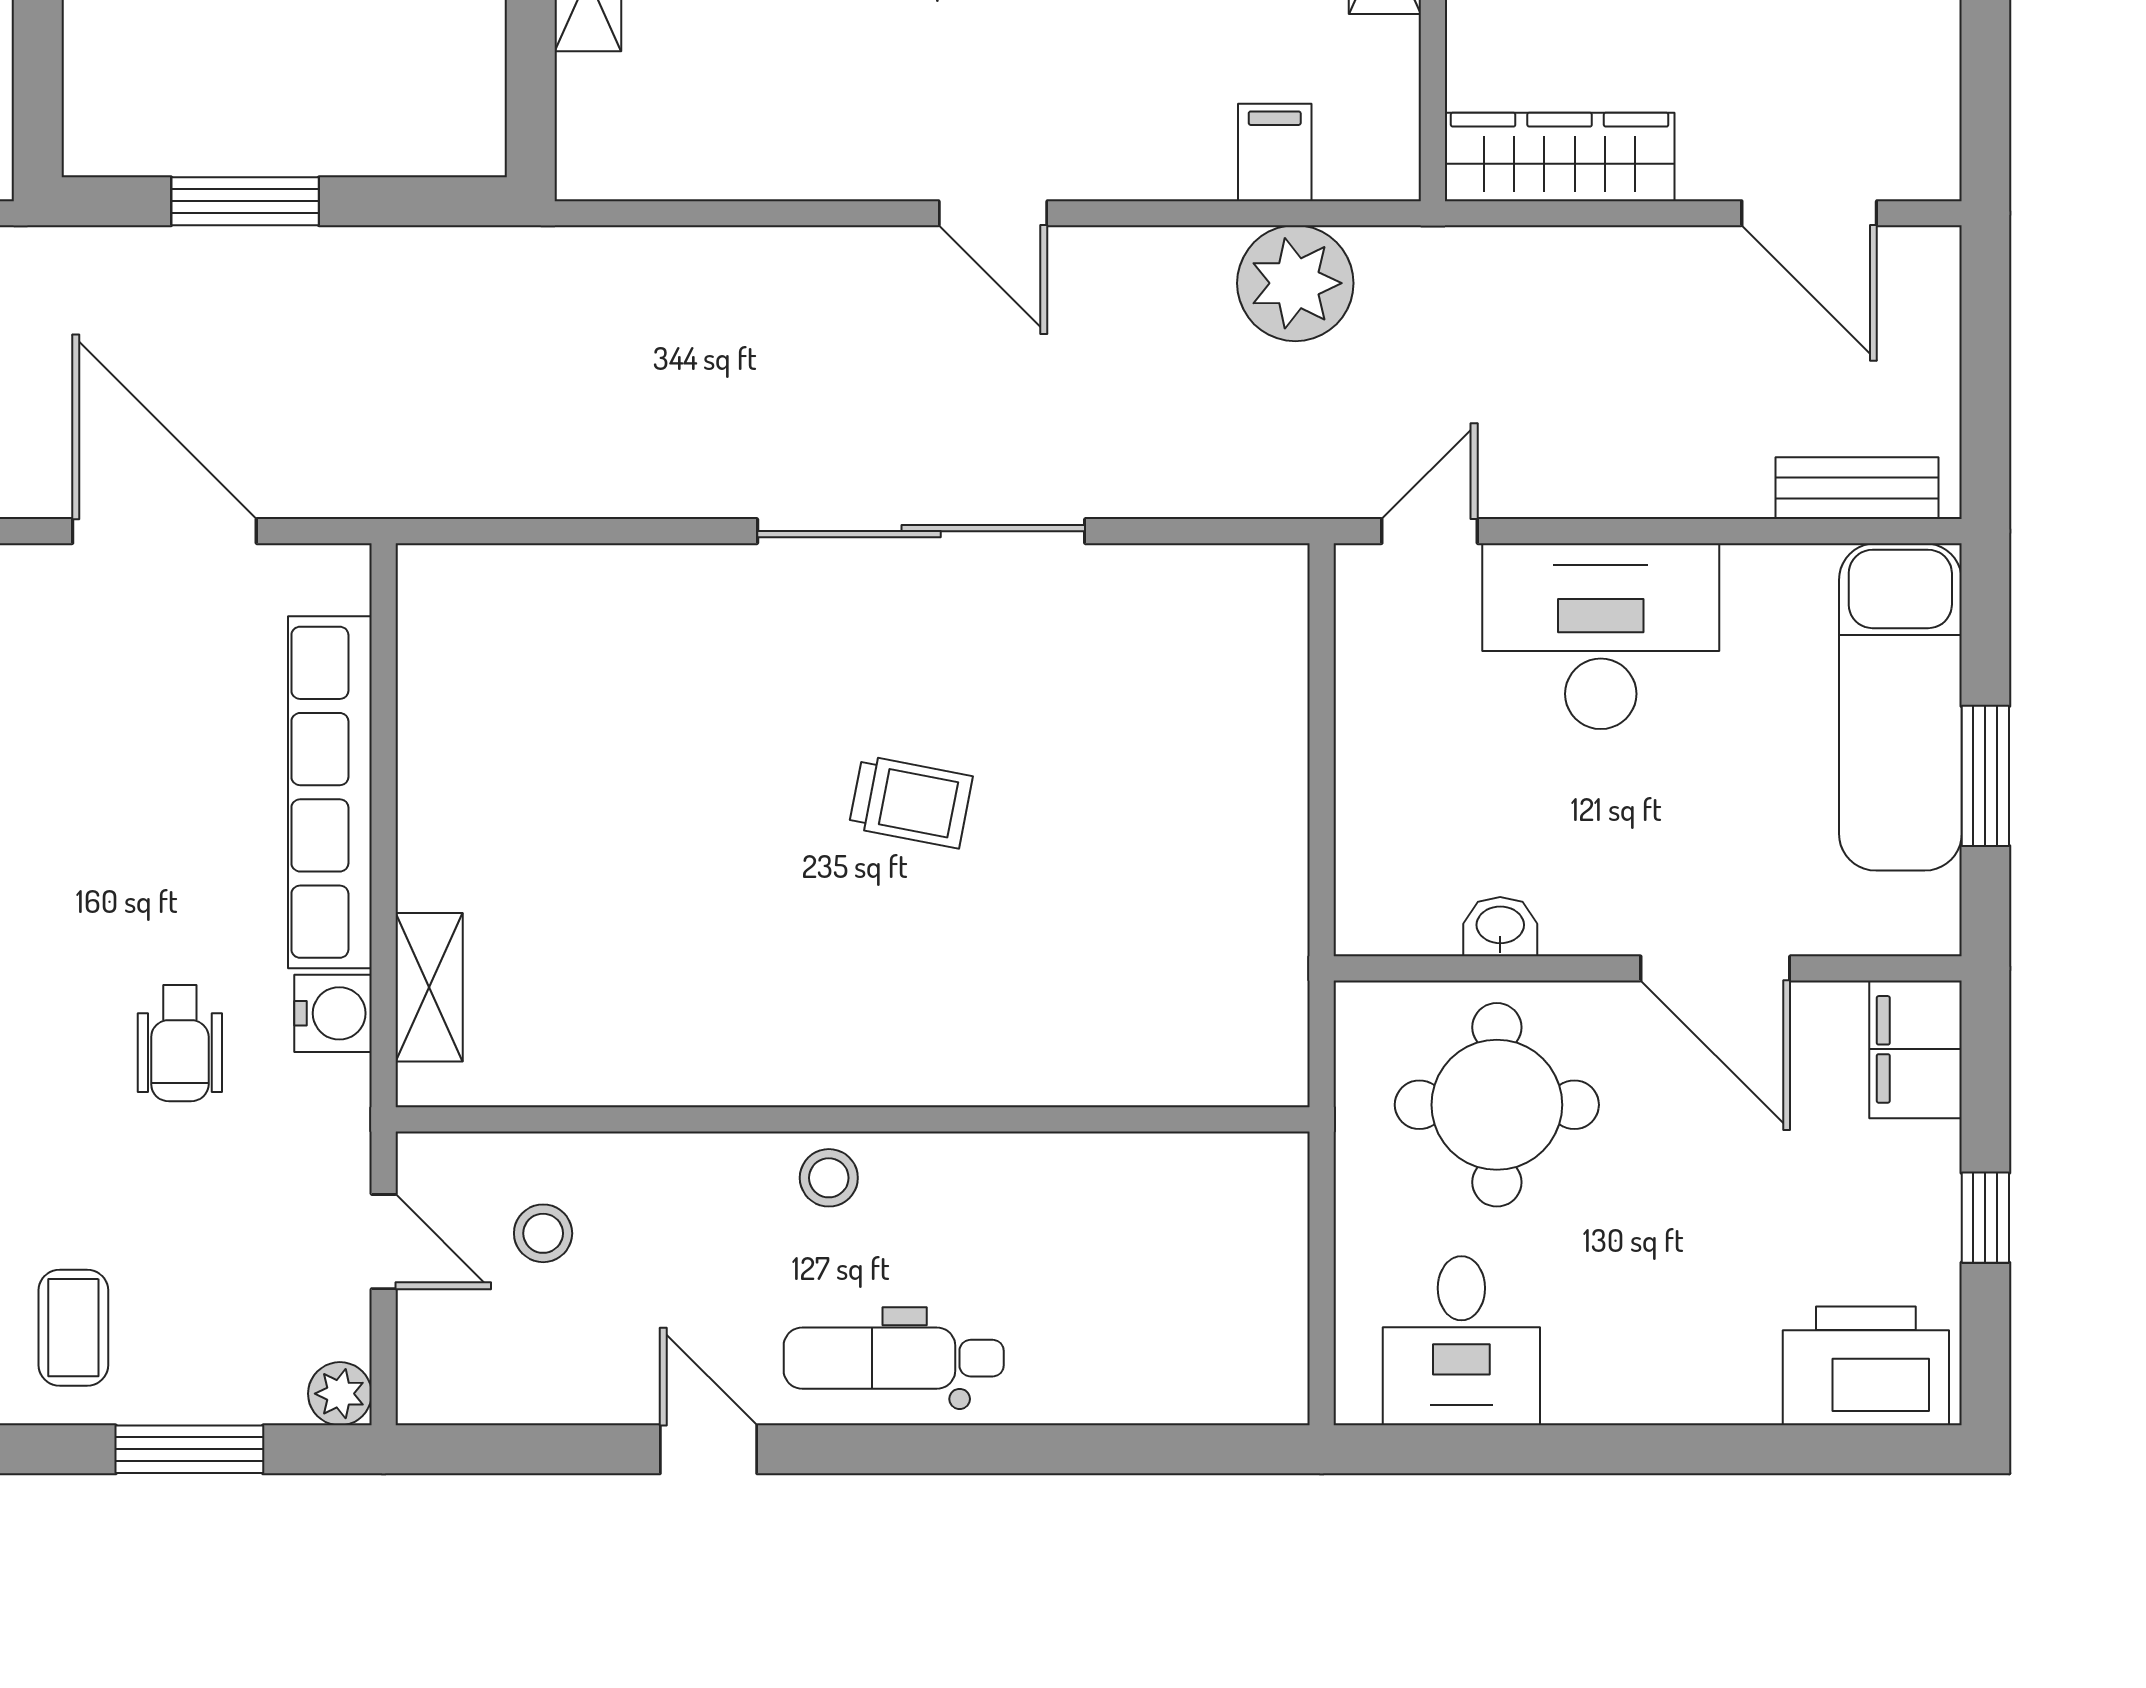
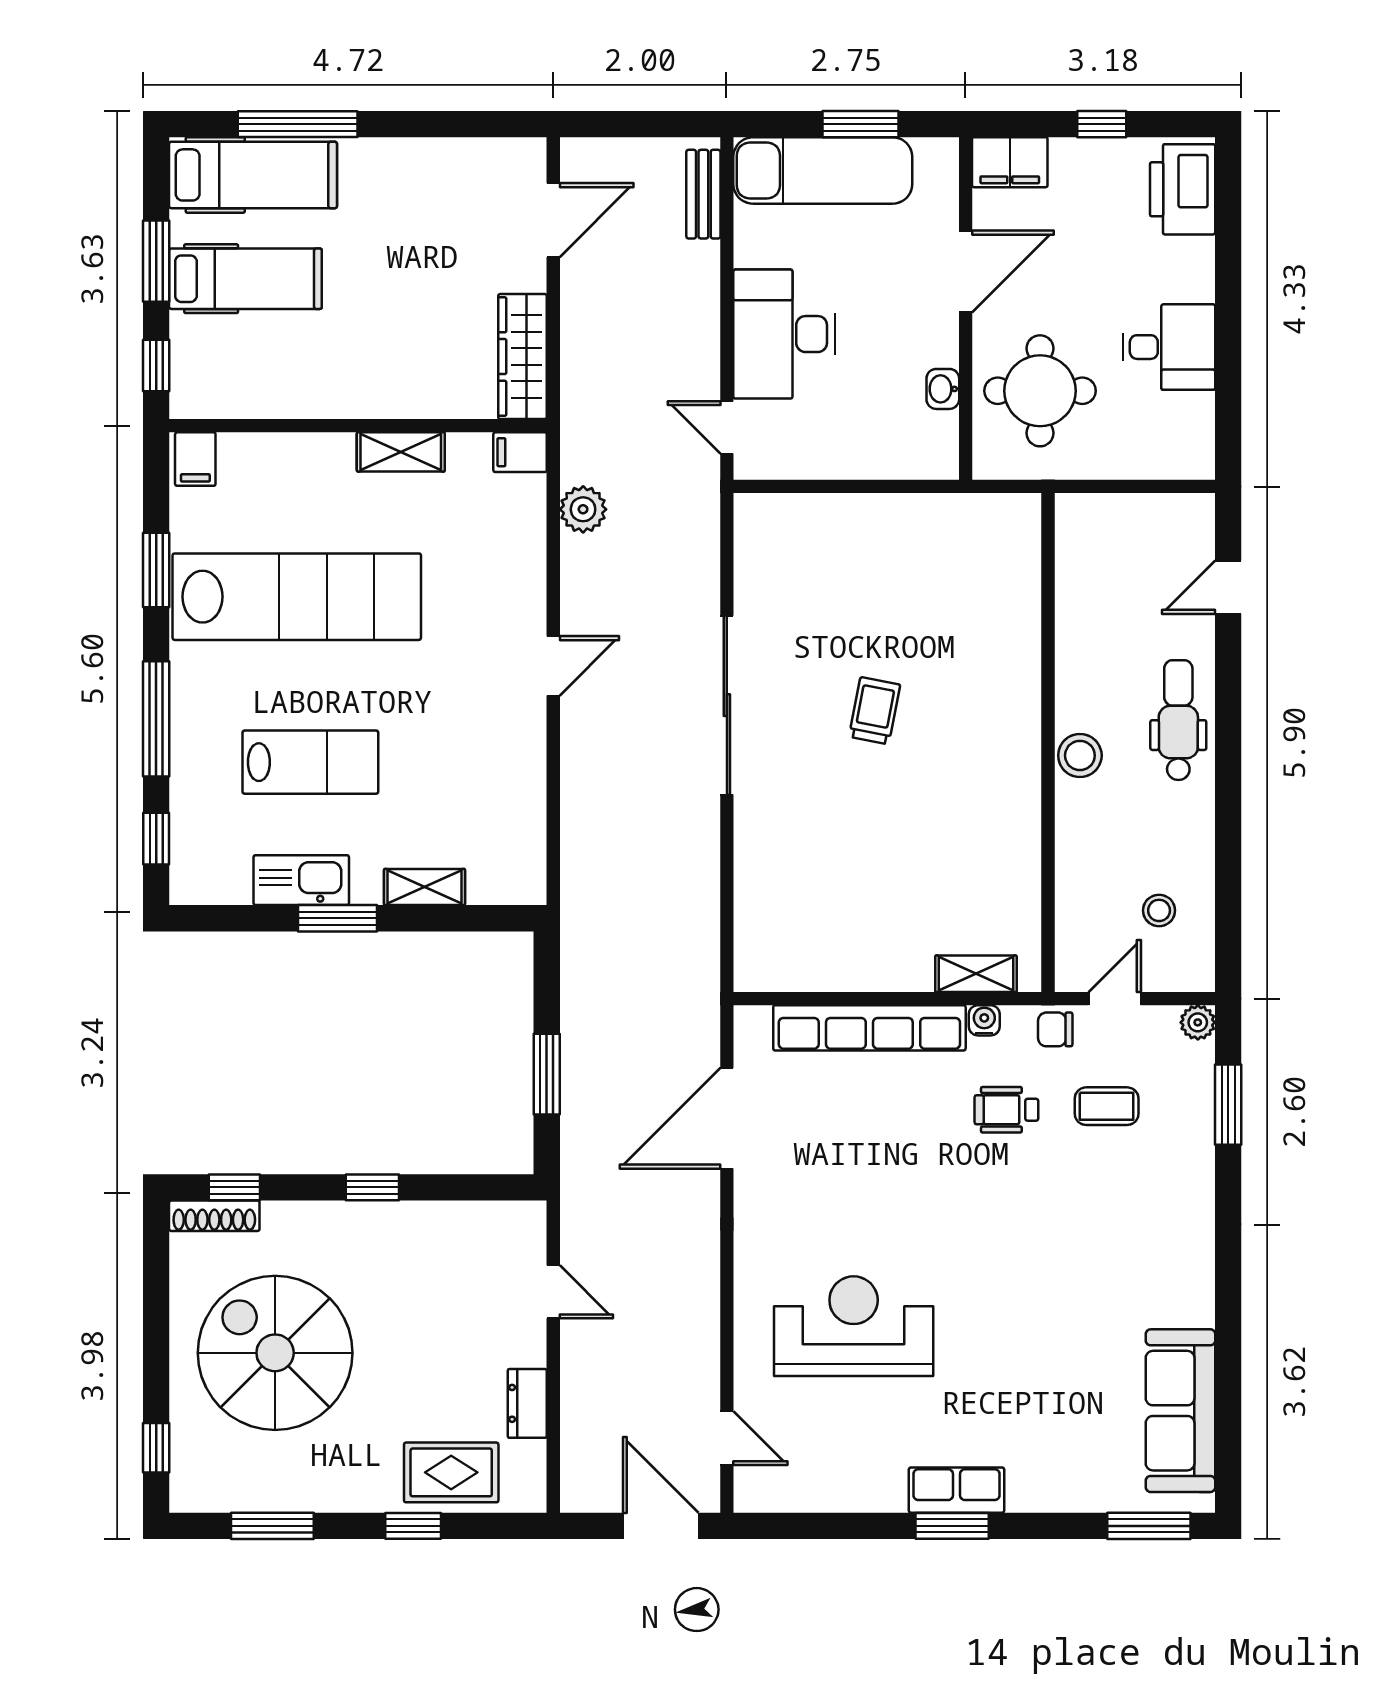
filing cabinet: (1275, 152) -> (520, 452), moved
plant: (1295, 283) -> (583, 509), width x0.73, depth x0.73
water cooler: (333, 1013) -> (984, 1020), width x0.72, depth x0.72
wheelchair: (180, 1043) -> (1006, 1110), turned 180
chair: (327, 1133) -> (1055, 1029), added
stool: (829, 1178) -> (1080, 755), width x1.37, depth x1.37
stool: (543, 1233) -> (1159, 910), moved
coffee table: (73, 1328) -> (1107, 1106), moved
desk: (1461, 1341) -> (1169, 347), moved
dental chair: (894, 1358) -> (1178, 720), turned 180
door: (709, 1449) -> (1228, 587), moved

